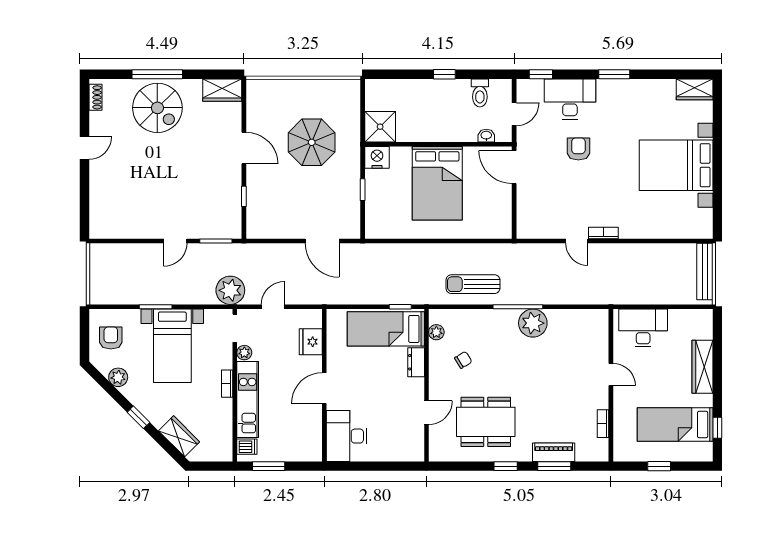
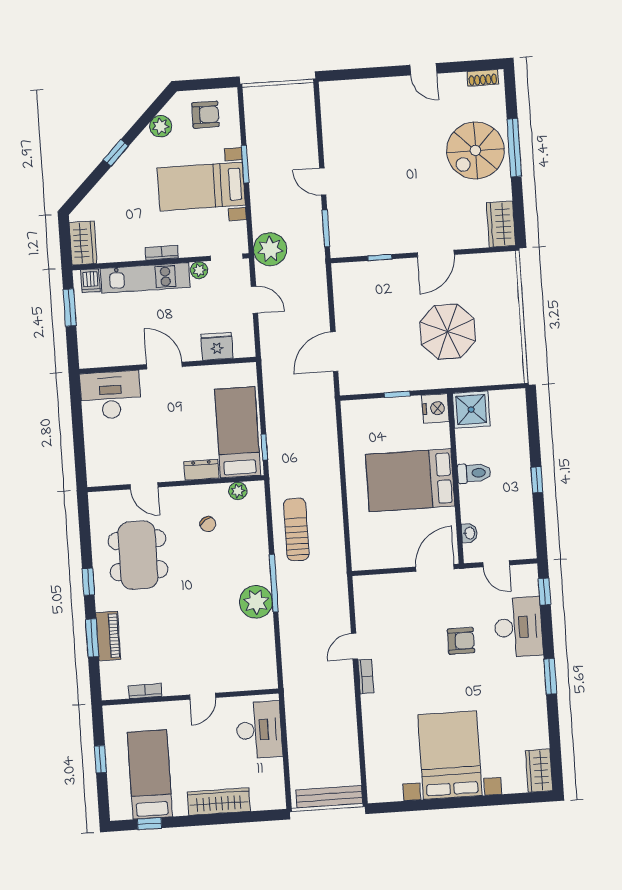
toilet: (480, 93) -> (474, 473), moved, turned 180
wardrobe: (179, 436) -> (83, 243), moved, turned -45

